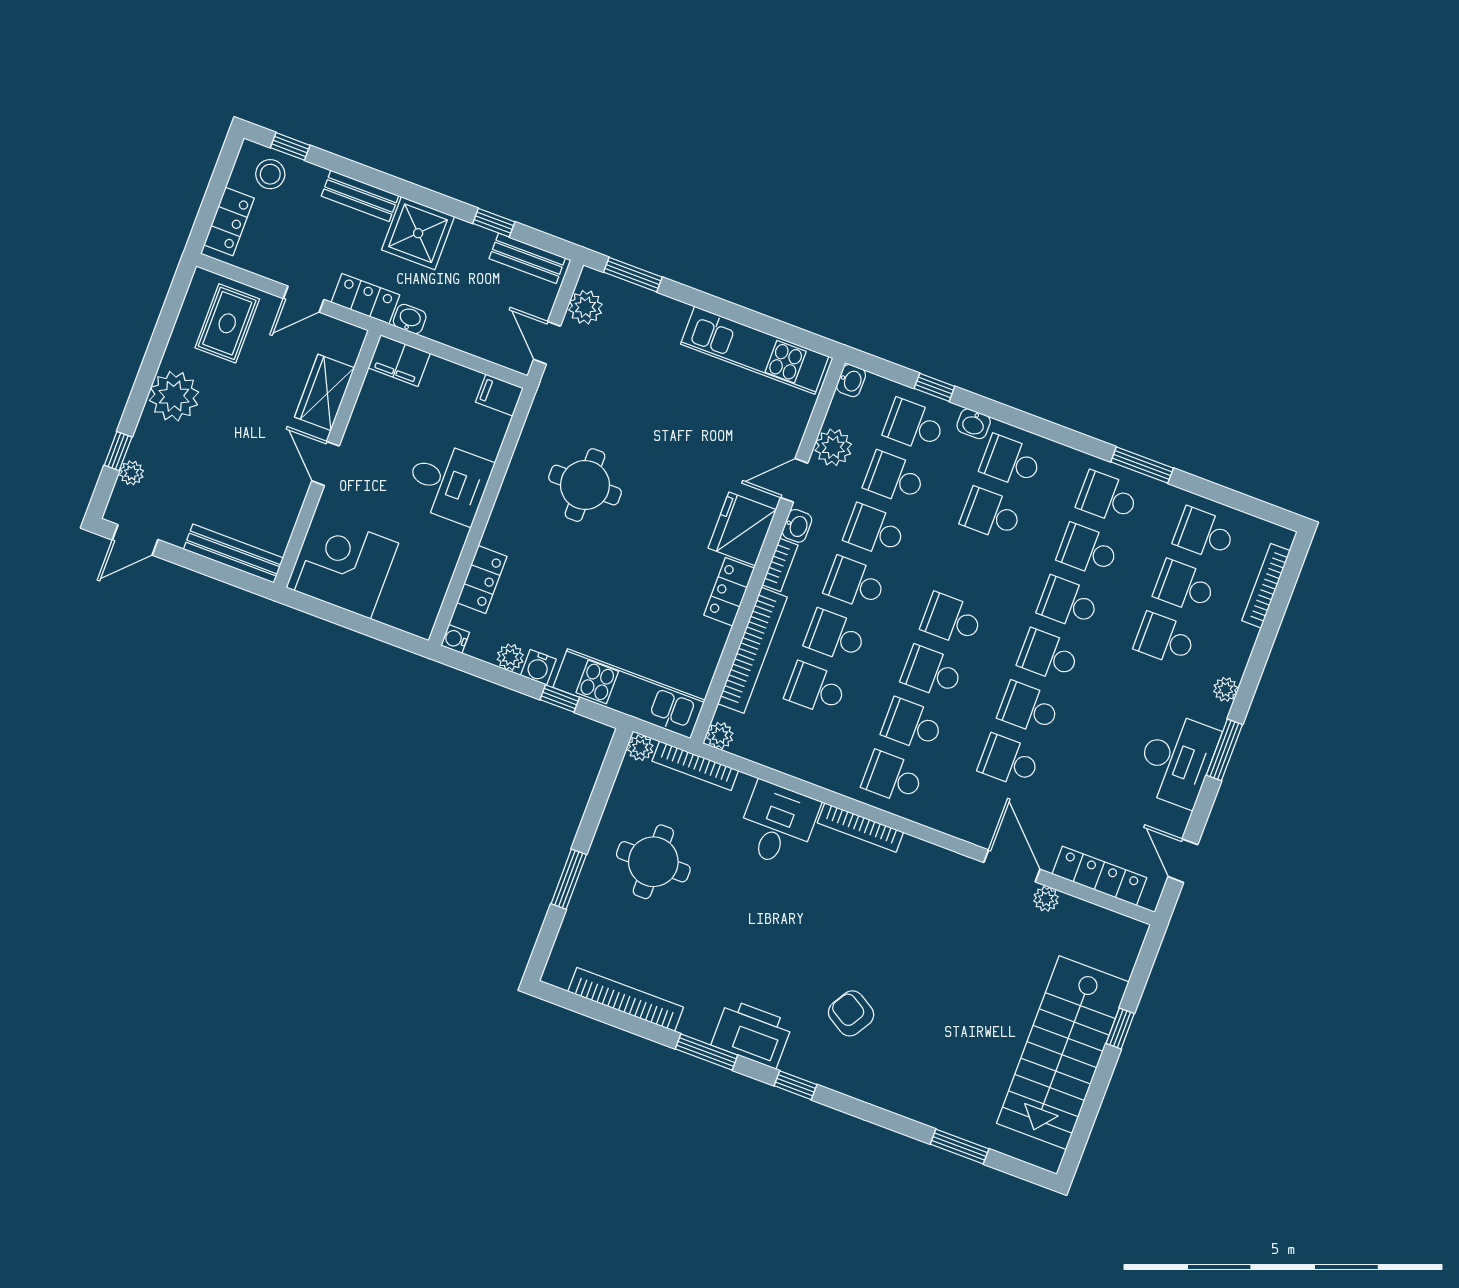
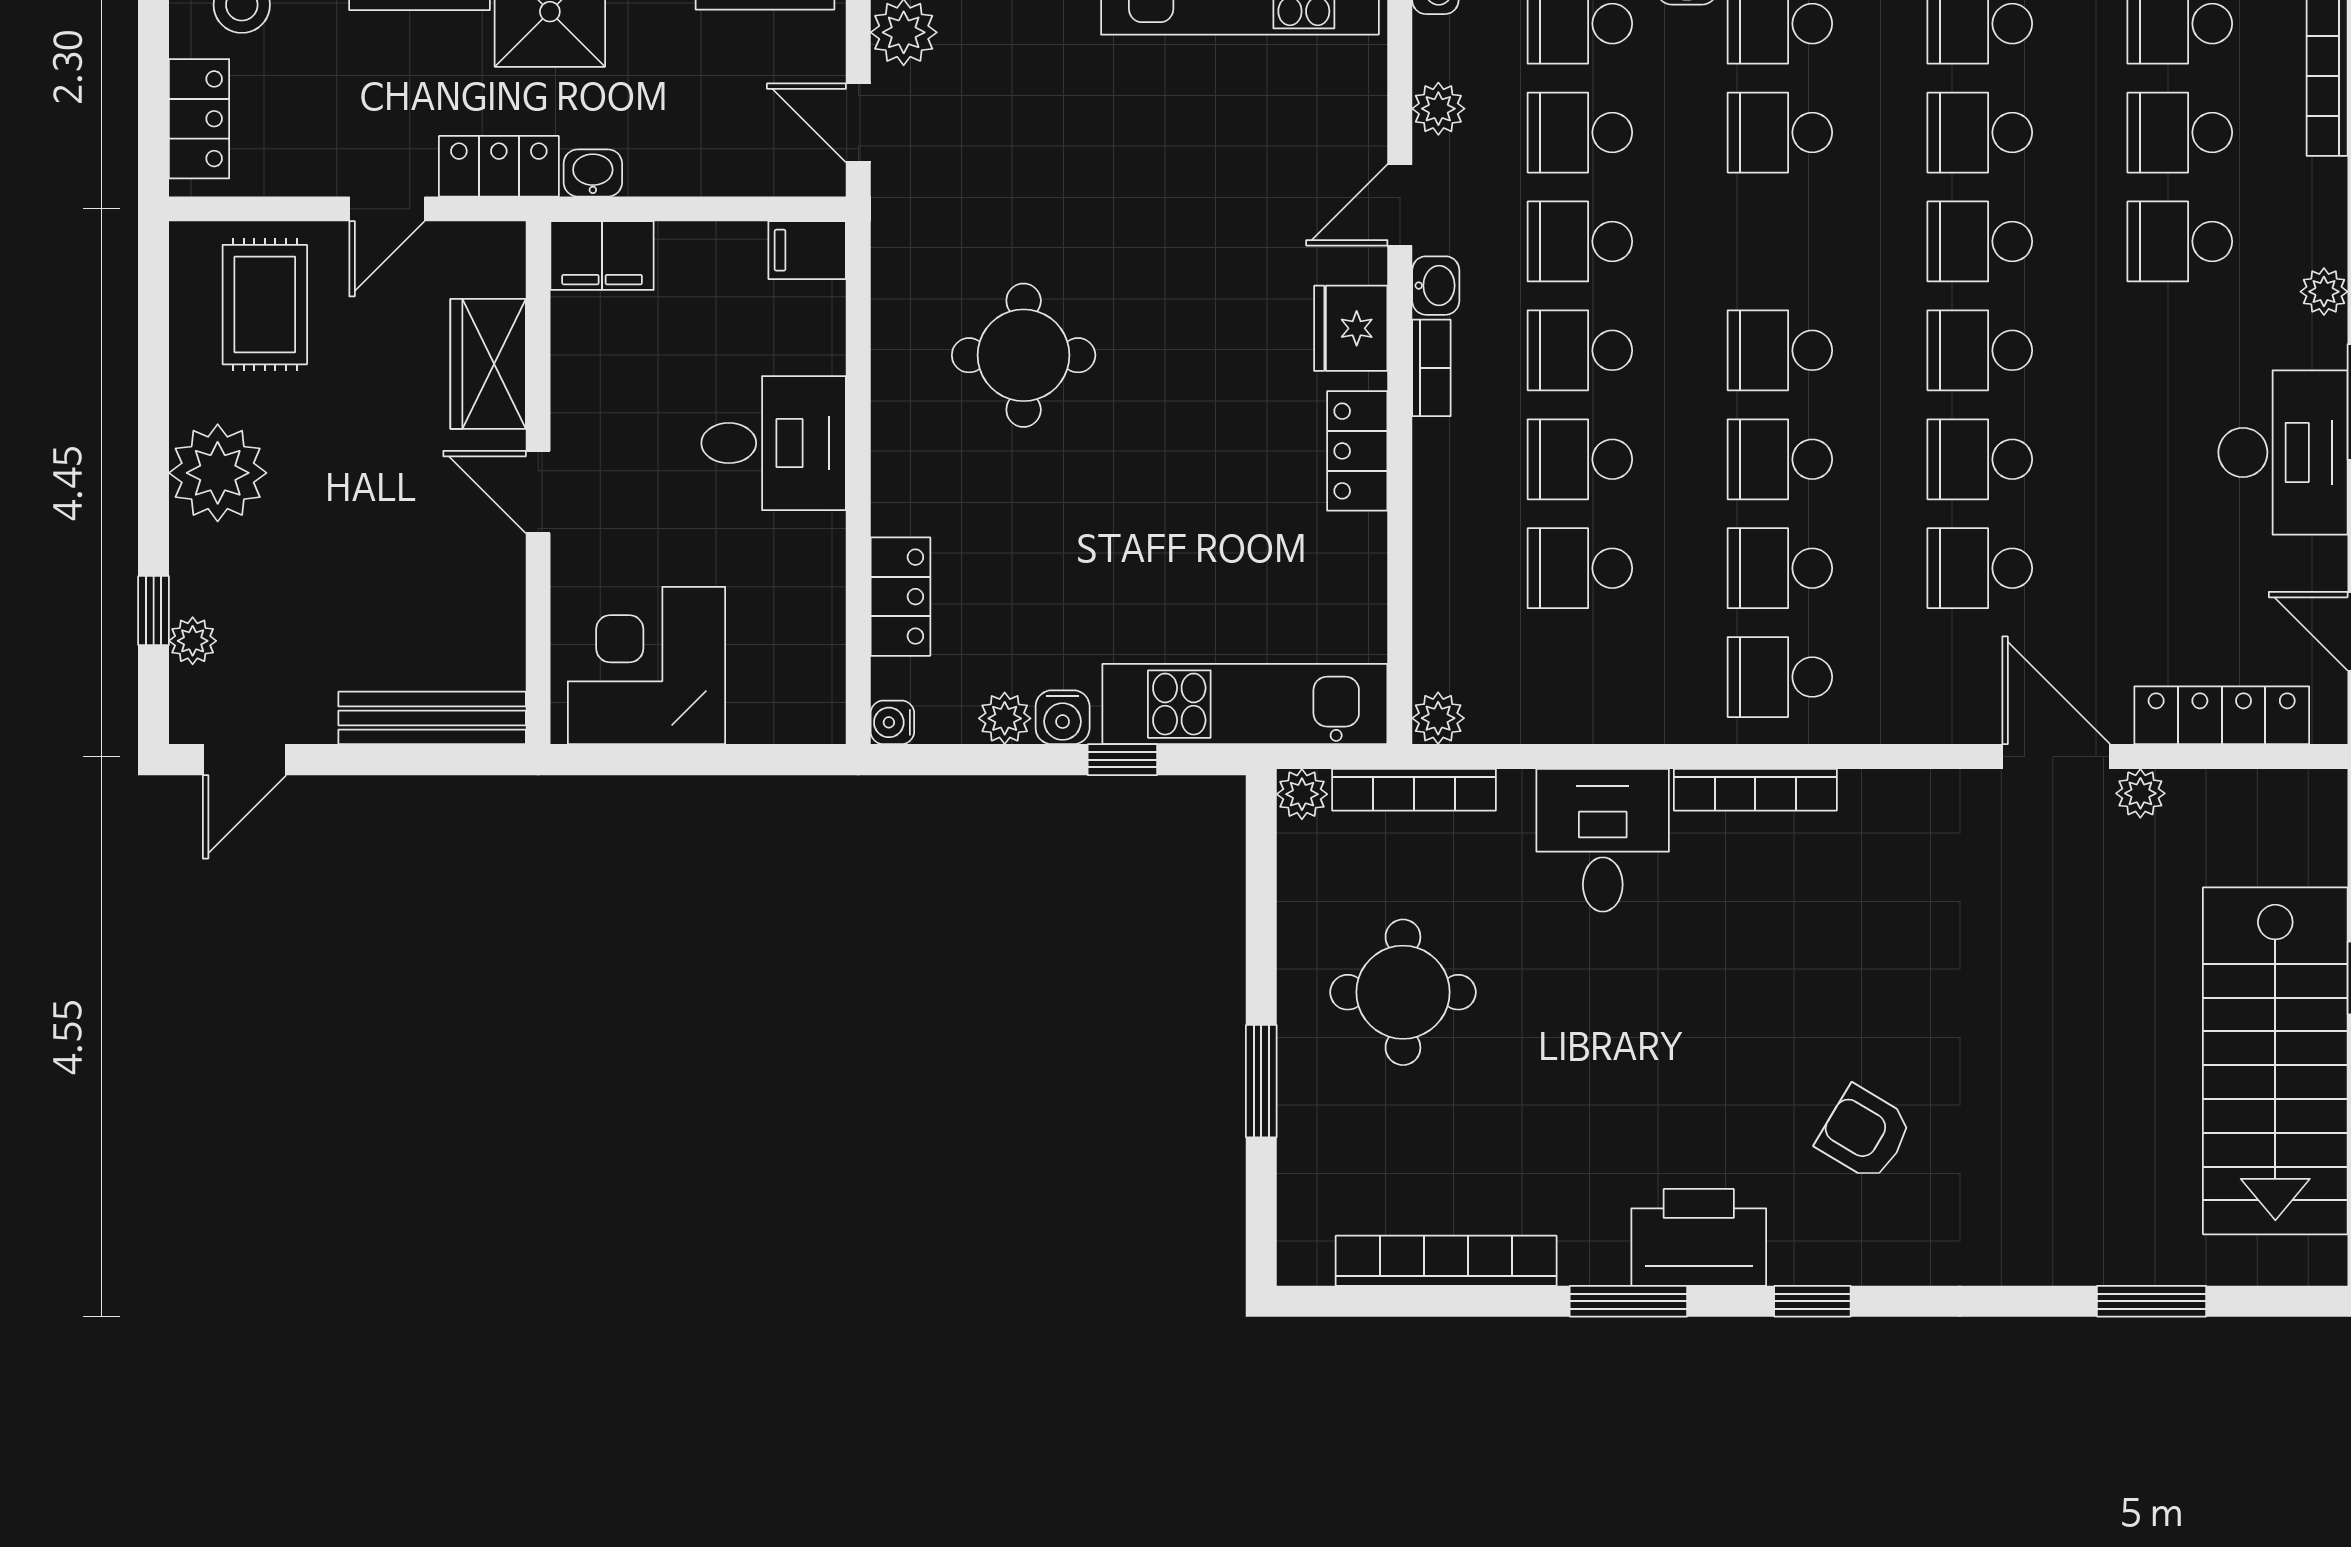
plant: (833, 447) -> (1438, 109), width x0.73, depth x0.73
fridge: (742, 529) -> (1351, 328), width x0.73, depth x0.75
bookcase: (752, 650) -> (1439, 541), removed

